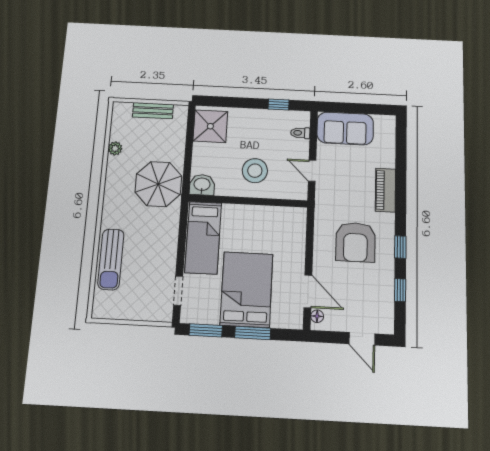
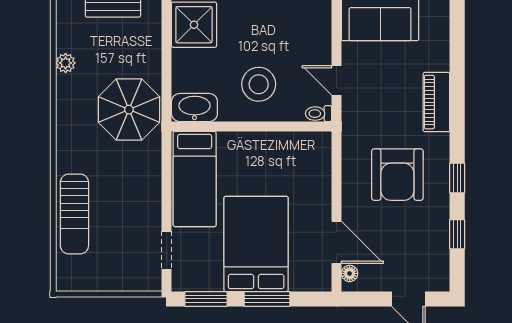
toilet: (300, 133) -> (318, 114), moved
washbasin: (202, 185) -> (194, 108), width x1.38

